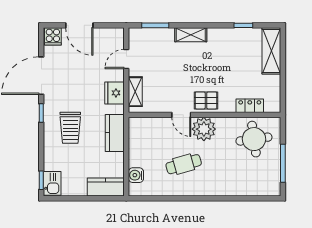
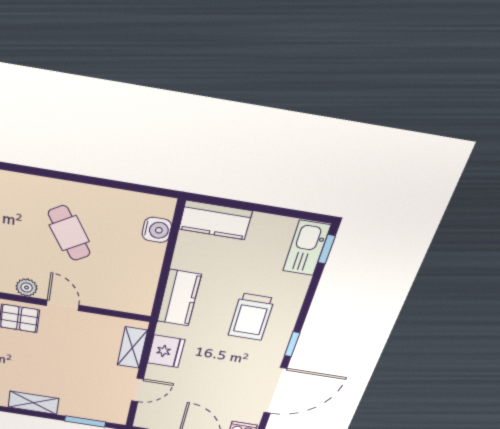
trolley: (70, 128) -> (251, 317), turned 180
plant: (204, 129) -> (27, 287), width x0.53, depth x0.53
cafe table: (184, 164) -> (69, 233), turned 74
kitchen sink: (52, 183) -> (306, 248), width x1.38

